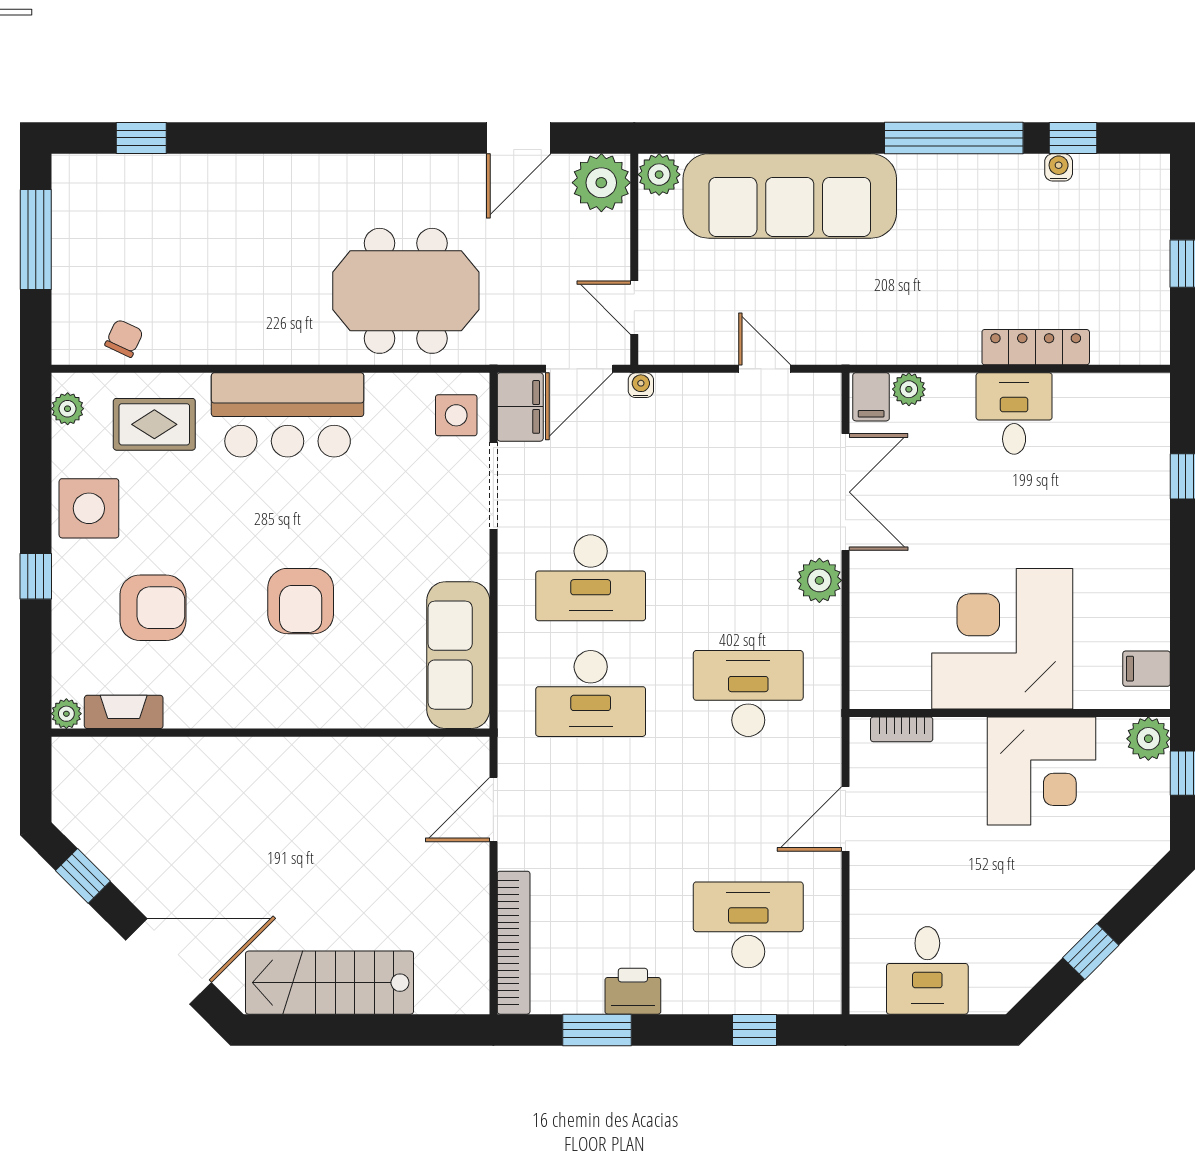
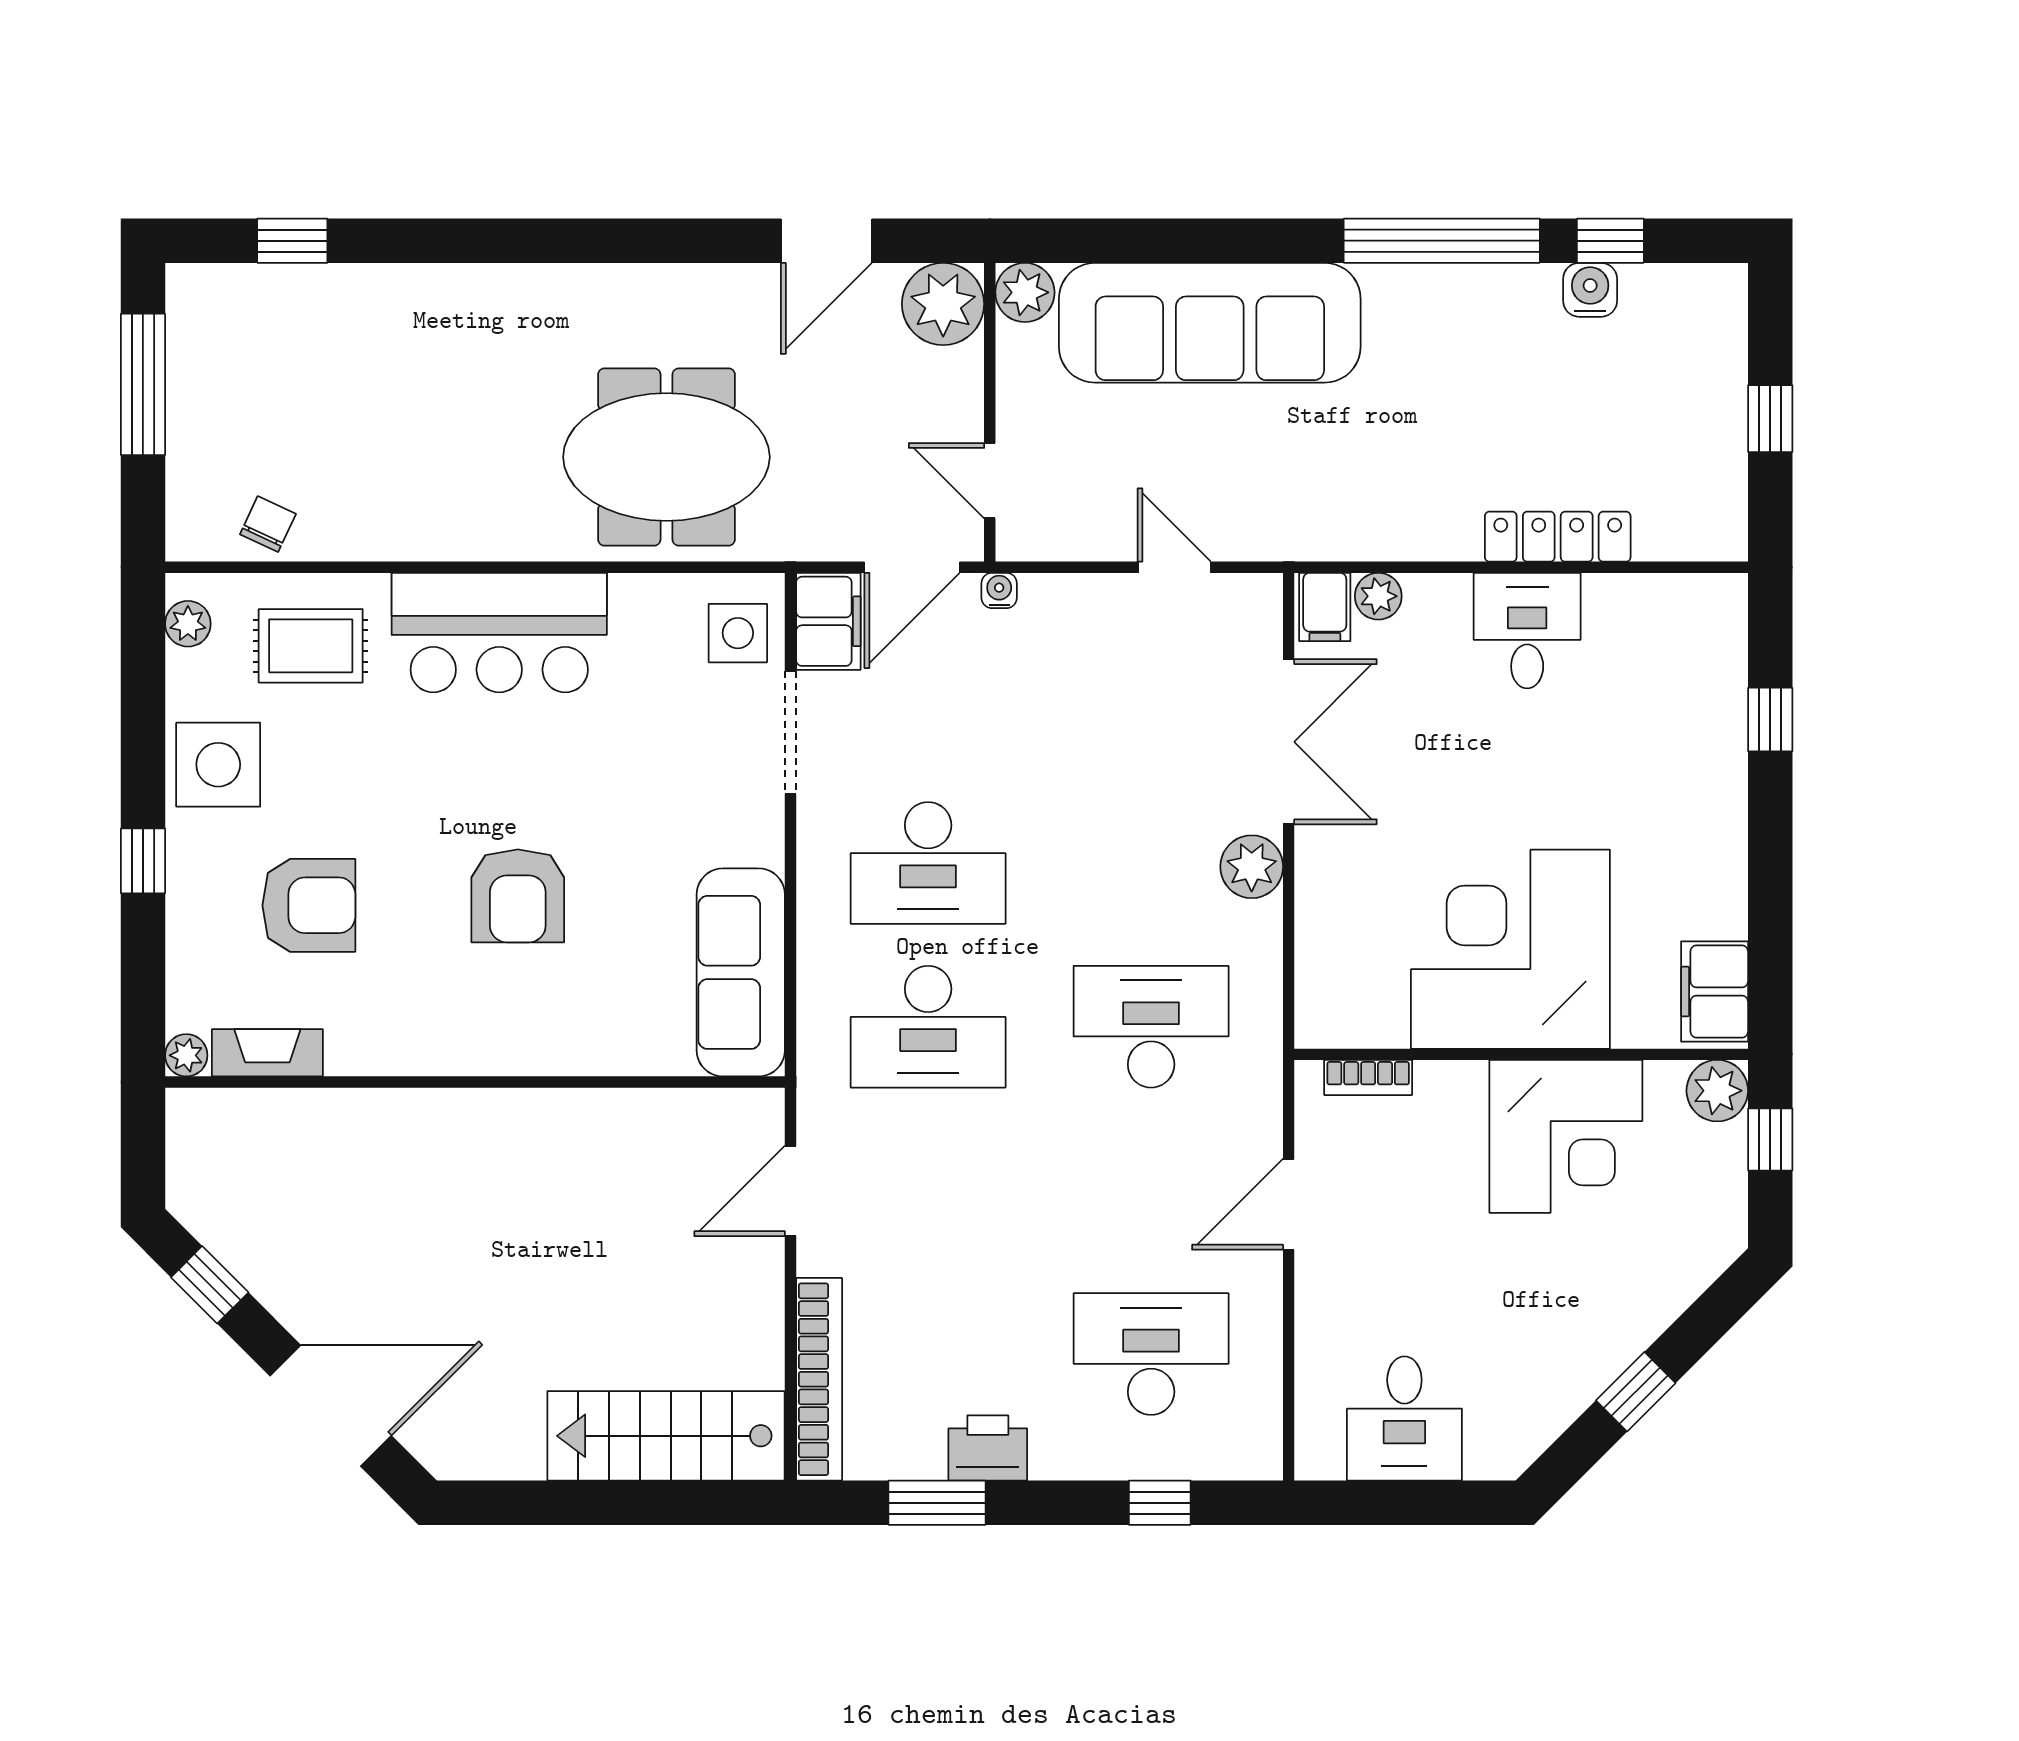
water cooler: (1059, 167) -> (1590, 290), width x1.38, depth x1.38
filing cabinet: (1147, 669) -> (1715, 992), width x2.00
stairs: (330, 983) -> (666, 1436), moved

